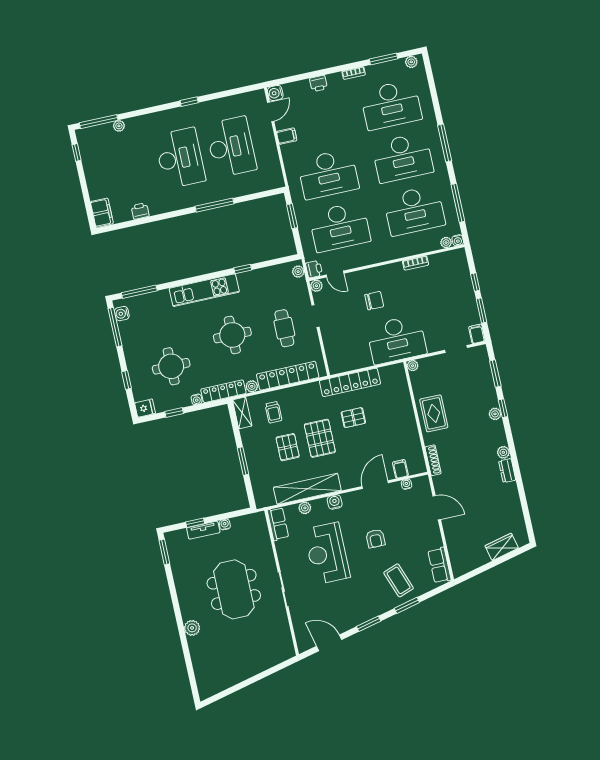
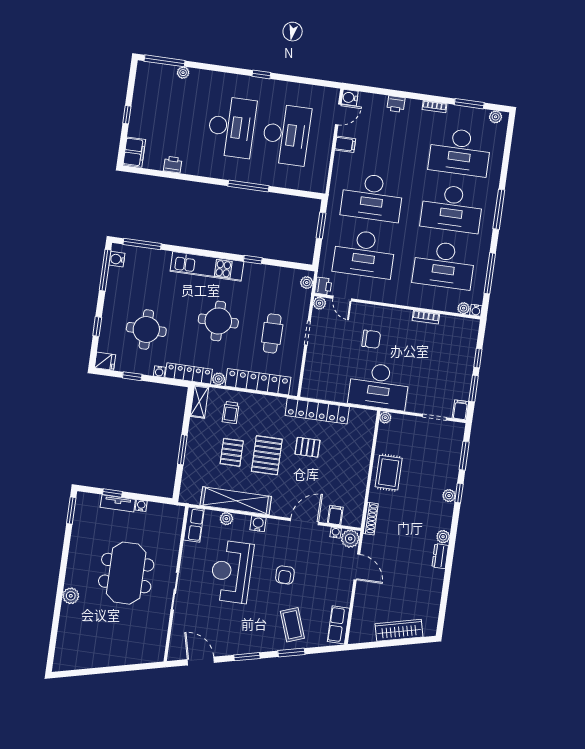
window: (77, 152) -> (127, 115), moved
plant: (421, 485) -> (350, 539), added
wardrobe: (502, 547) -> (399, 630), width x1.50

